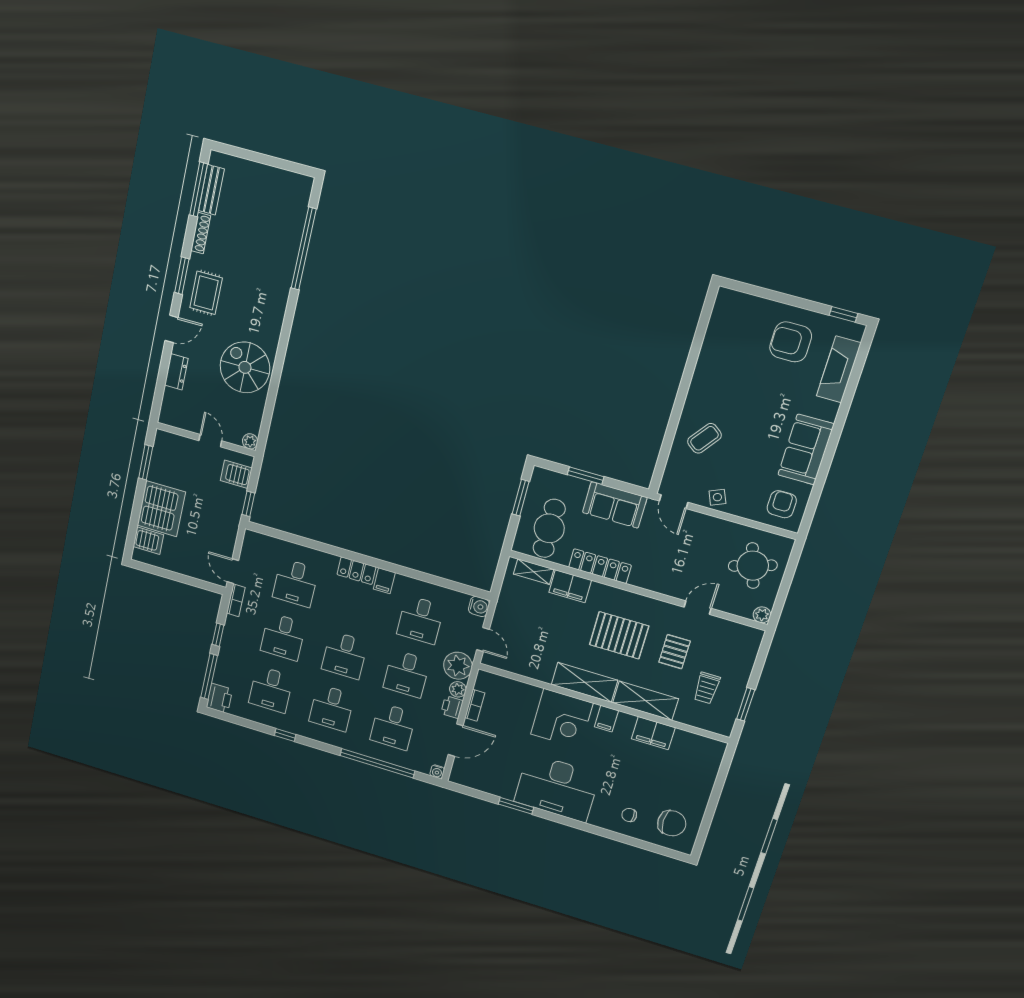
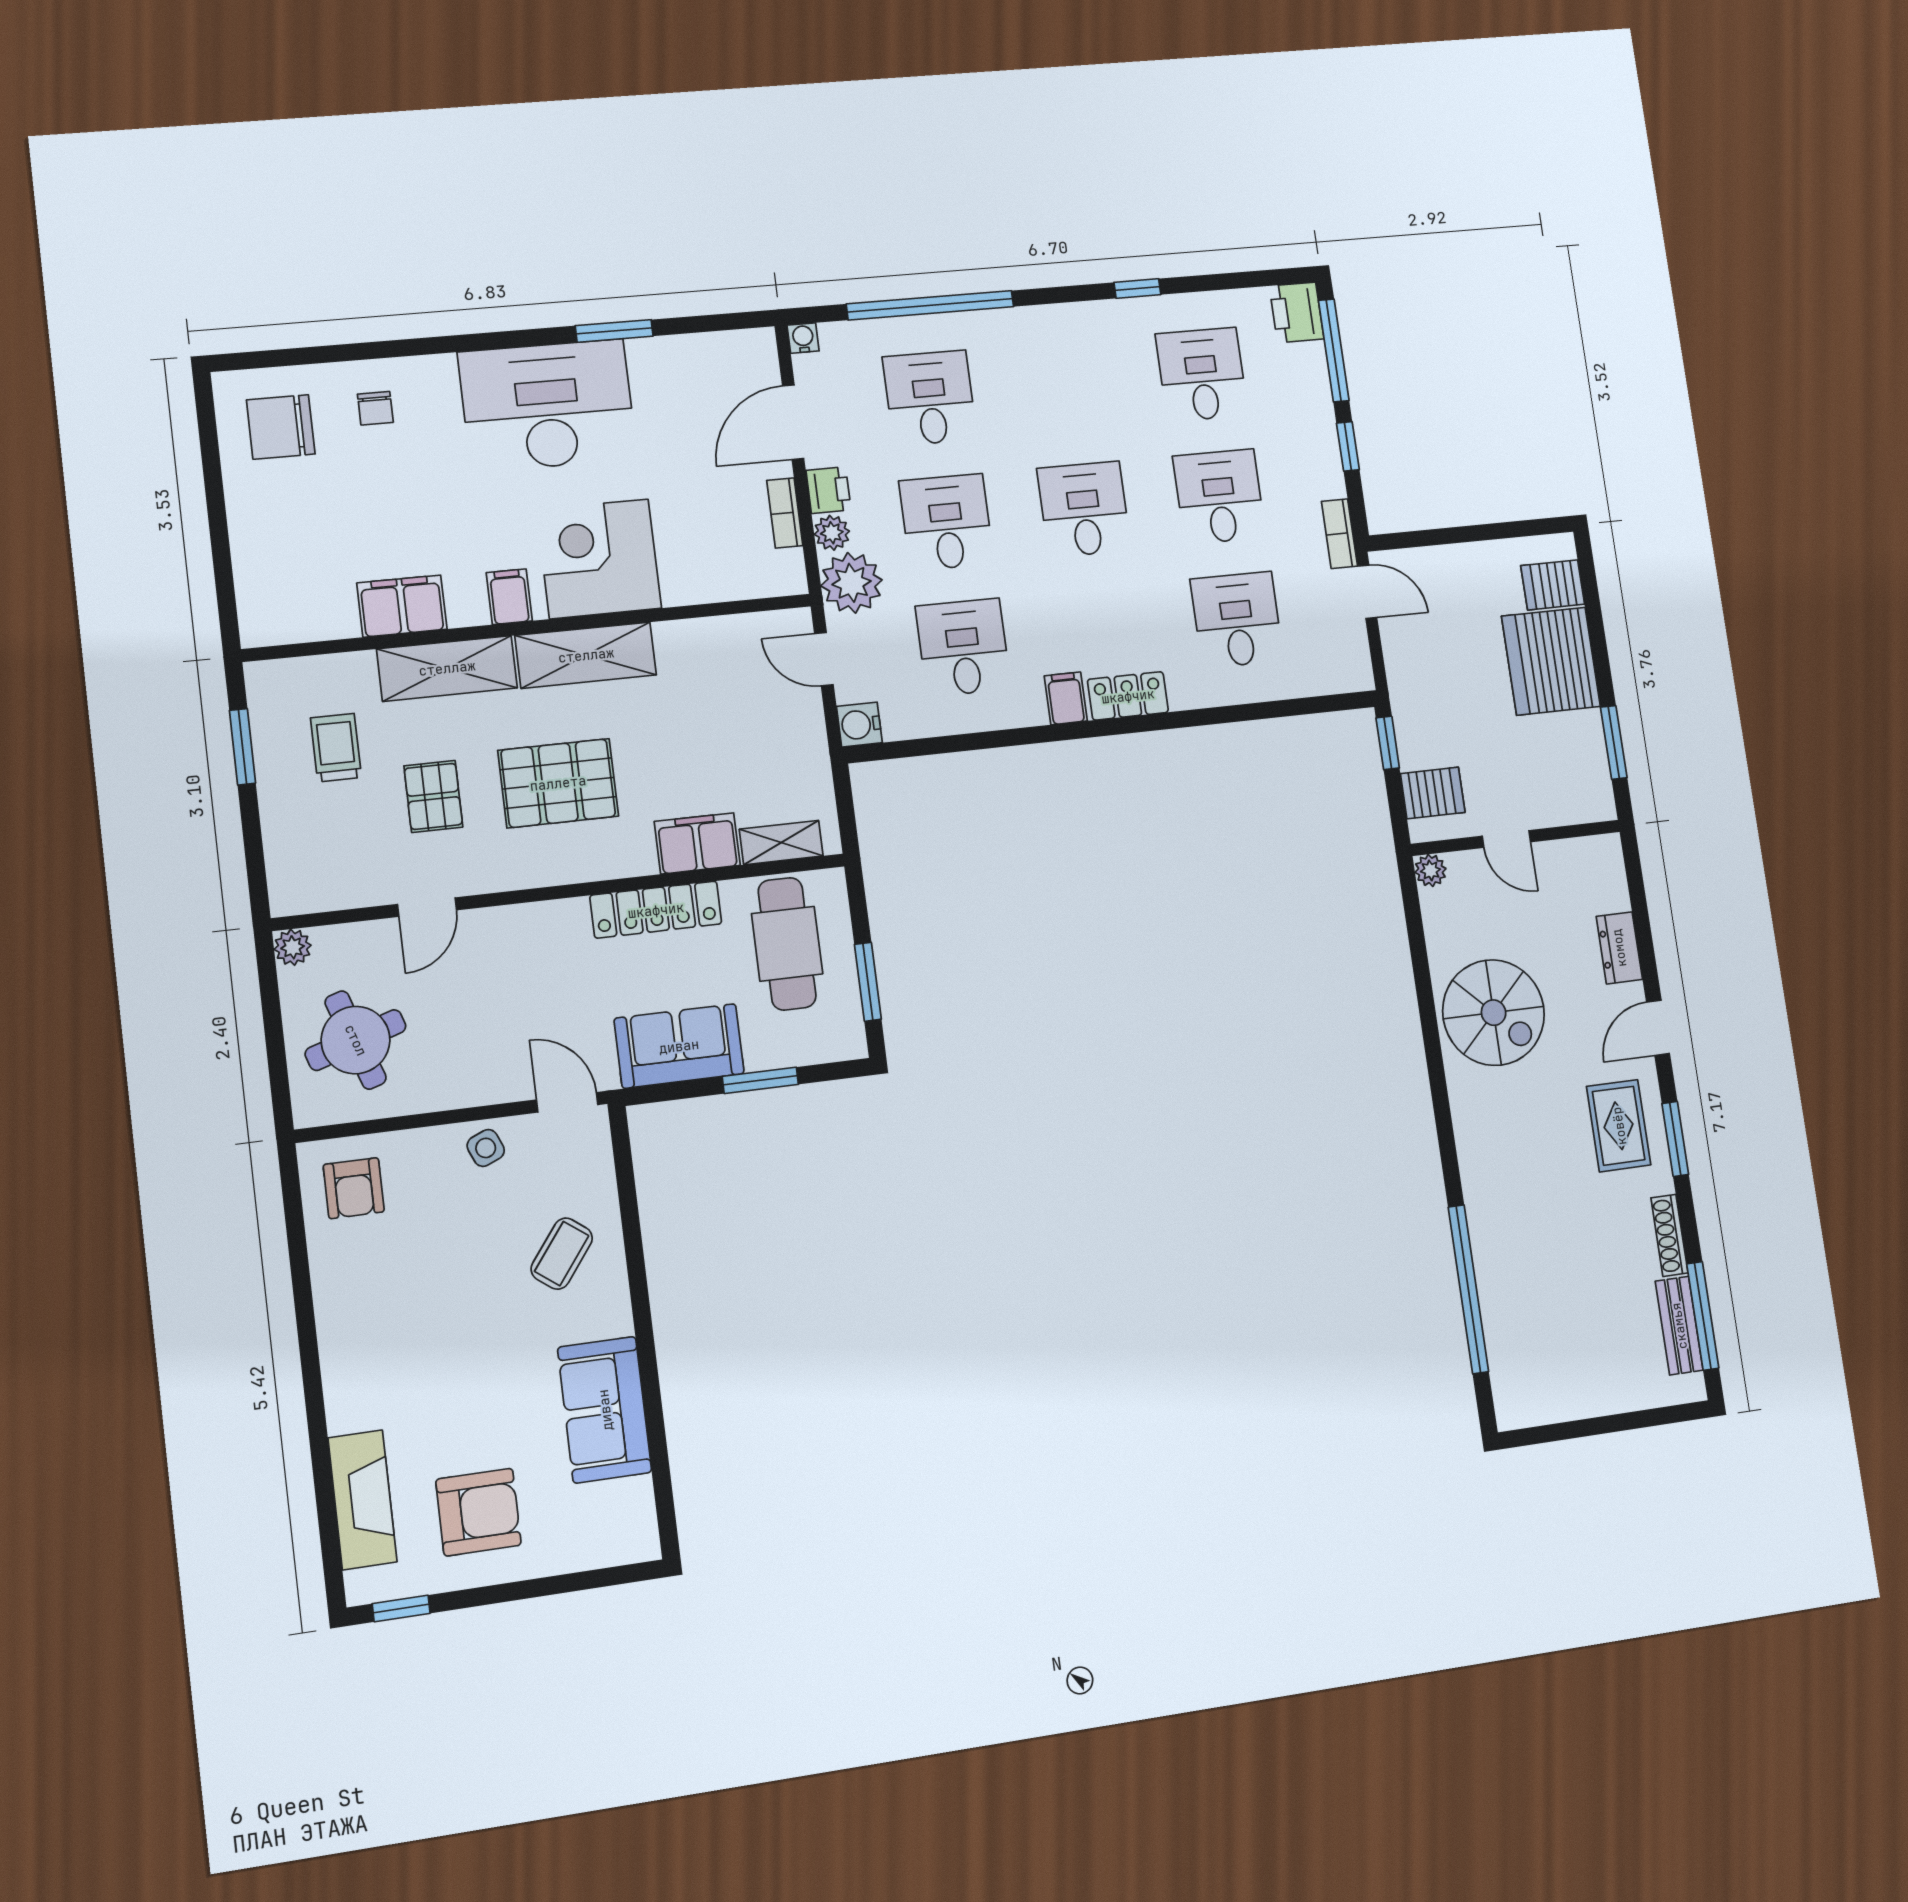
sofa: (806, 450) -> (605, 1410), moved, turned 180
desk: (332, 708) -> (1067, 386), removed
chair: (629, 815) -> (375, 408), turned 90

